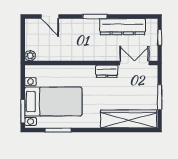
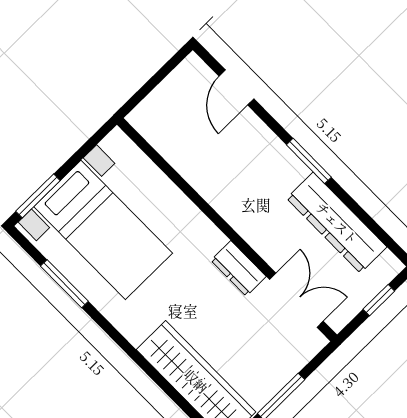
plant: (30, 56) -> (141, 118), removed

